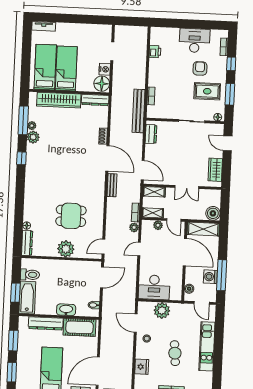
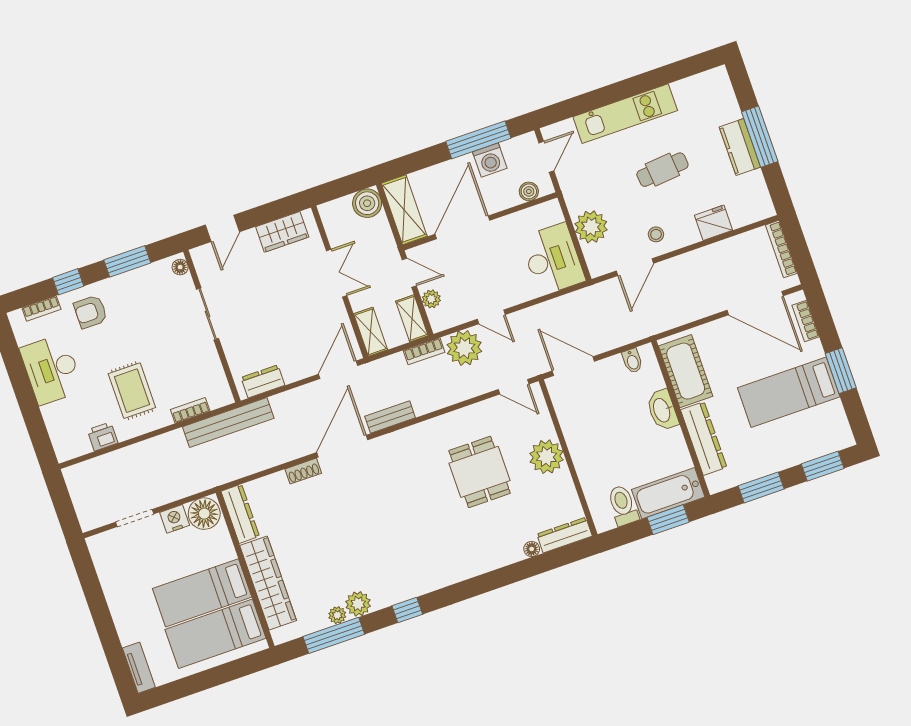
armchair: (200, 68) -> (90, 312), moved
rug: (207, 91) -> (132, 391), moved
door: (174, 220) -> (409, 273), hinge flipped
plant: (134, 227) -> (464, 348), width x1.87, depth x1.87

